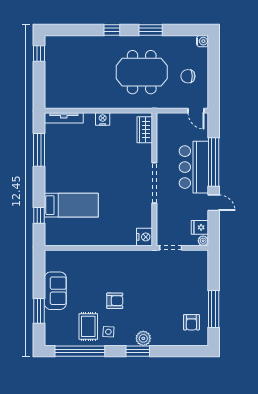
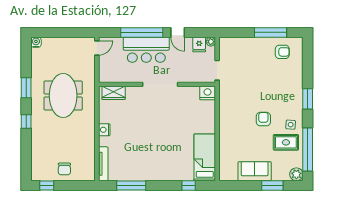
chair: (188, 76) -> (64, 169), moved
door: (214, 203) -> (178, 32), swing flipped
bed: (71, 205) -> (205, 157), moved
plant: (143, 338) -> (296, 174), moved

